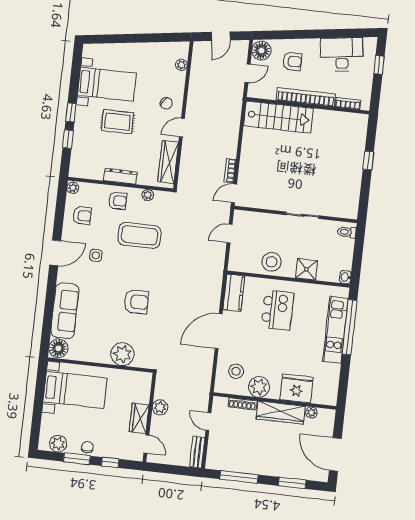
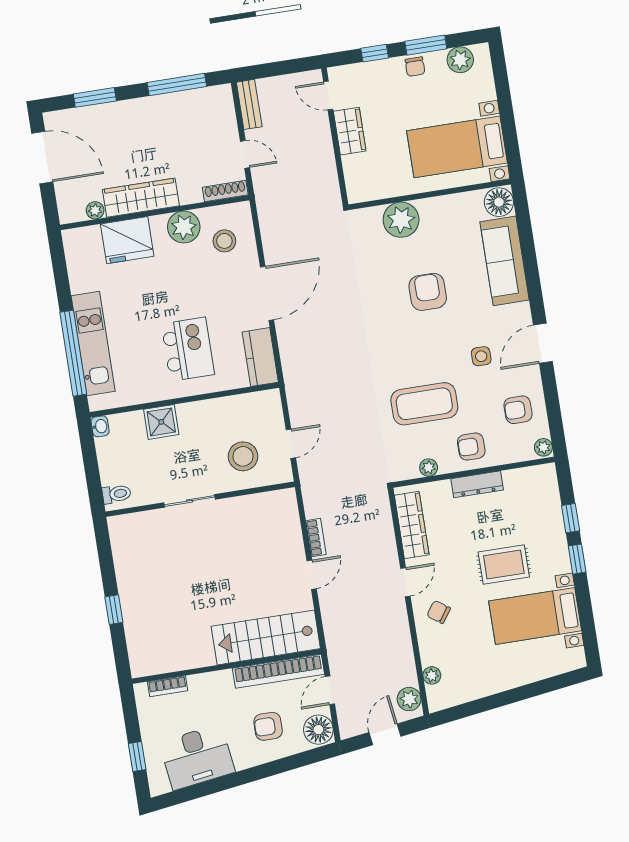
bookcase: (306, 97) -> (278, 671), moved
door: (234, 193) -> (312, 575), moved
stool: (271, 262) -> (243, 456), moved
armchair: (136, 302) -> (428, 292), moved, turned 90
kitchen island: (277, 310) -> (188, 349), turned 180
shoe rack: (242, 404) -> (225, 191), moved
plant: (160, 407) -> (409, 699), moved

